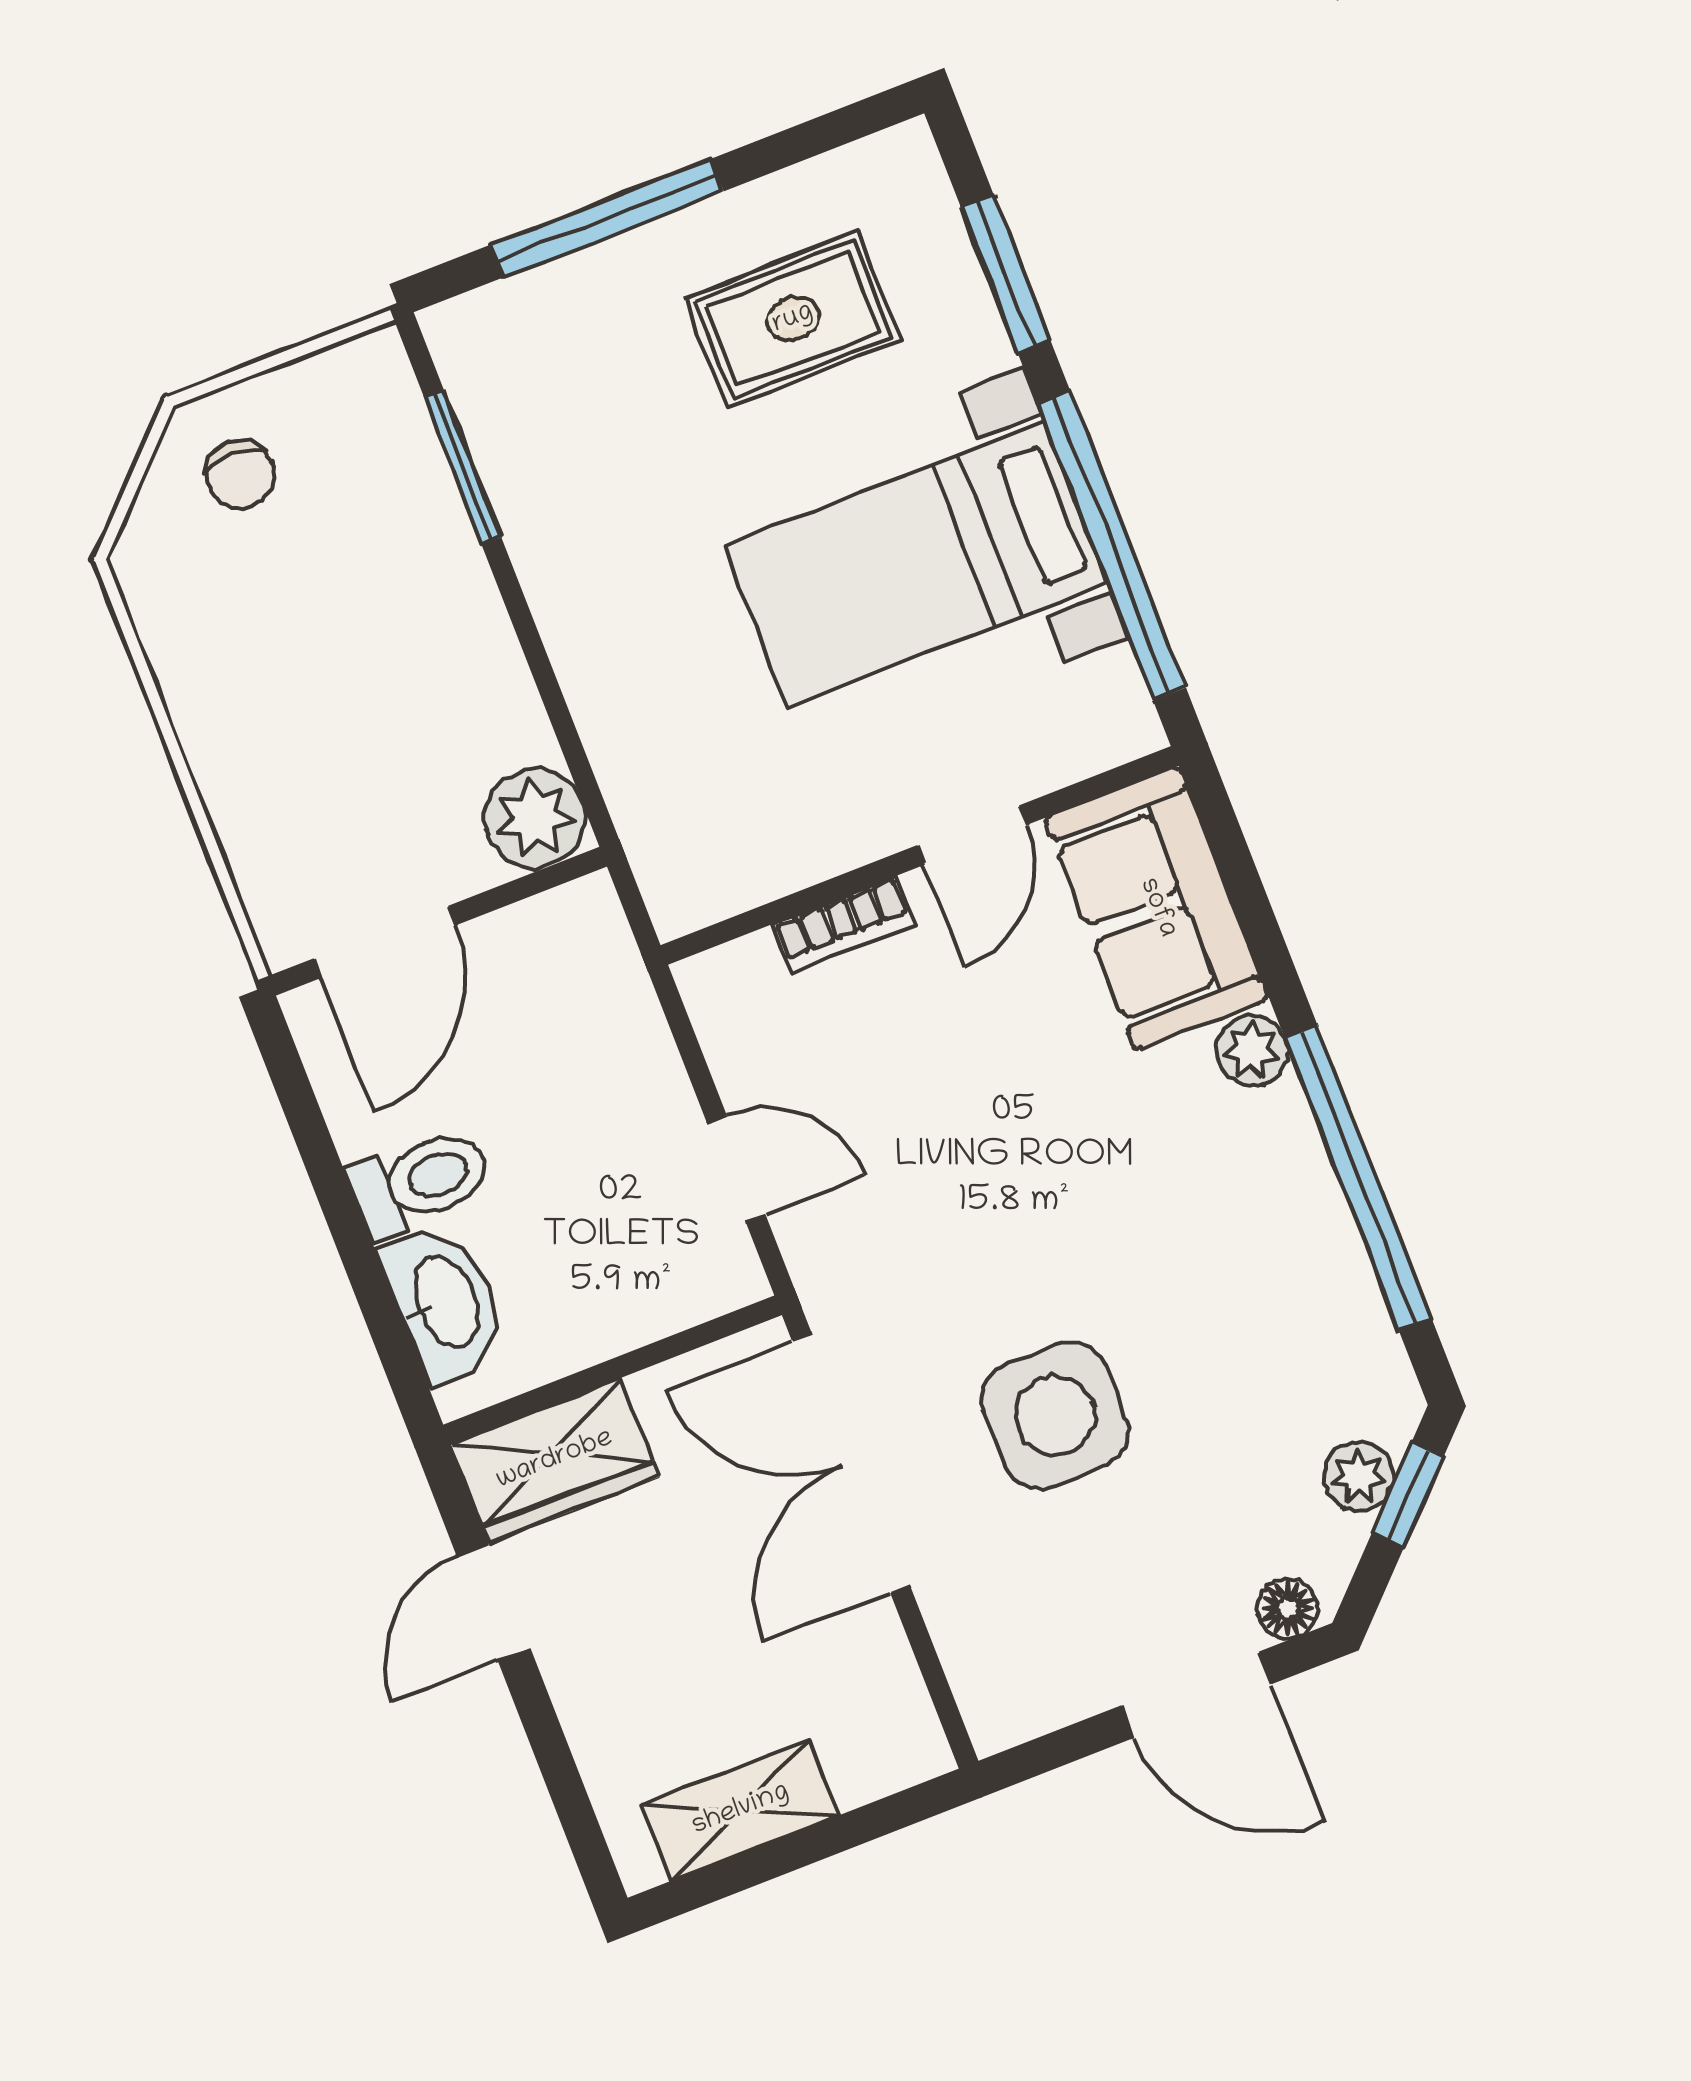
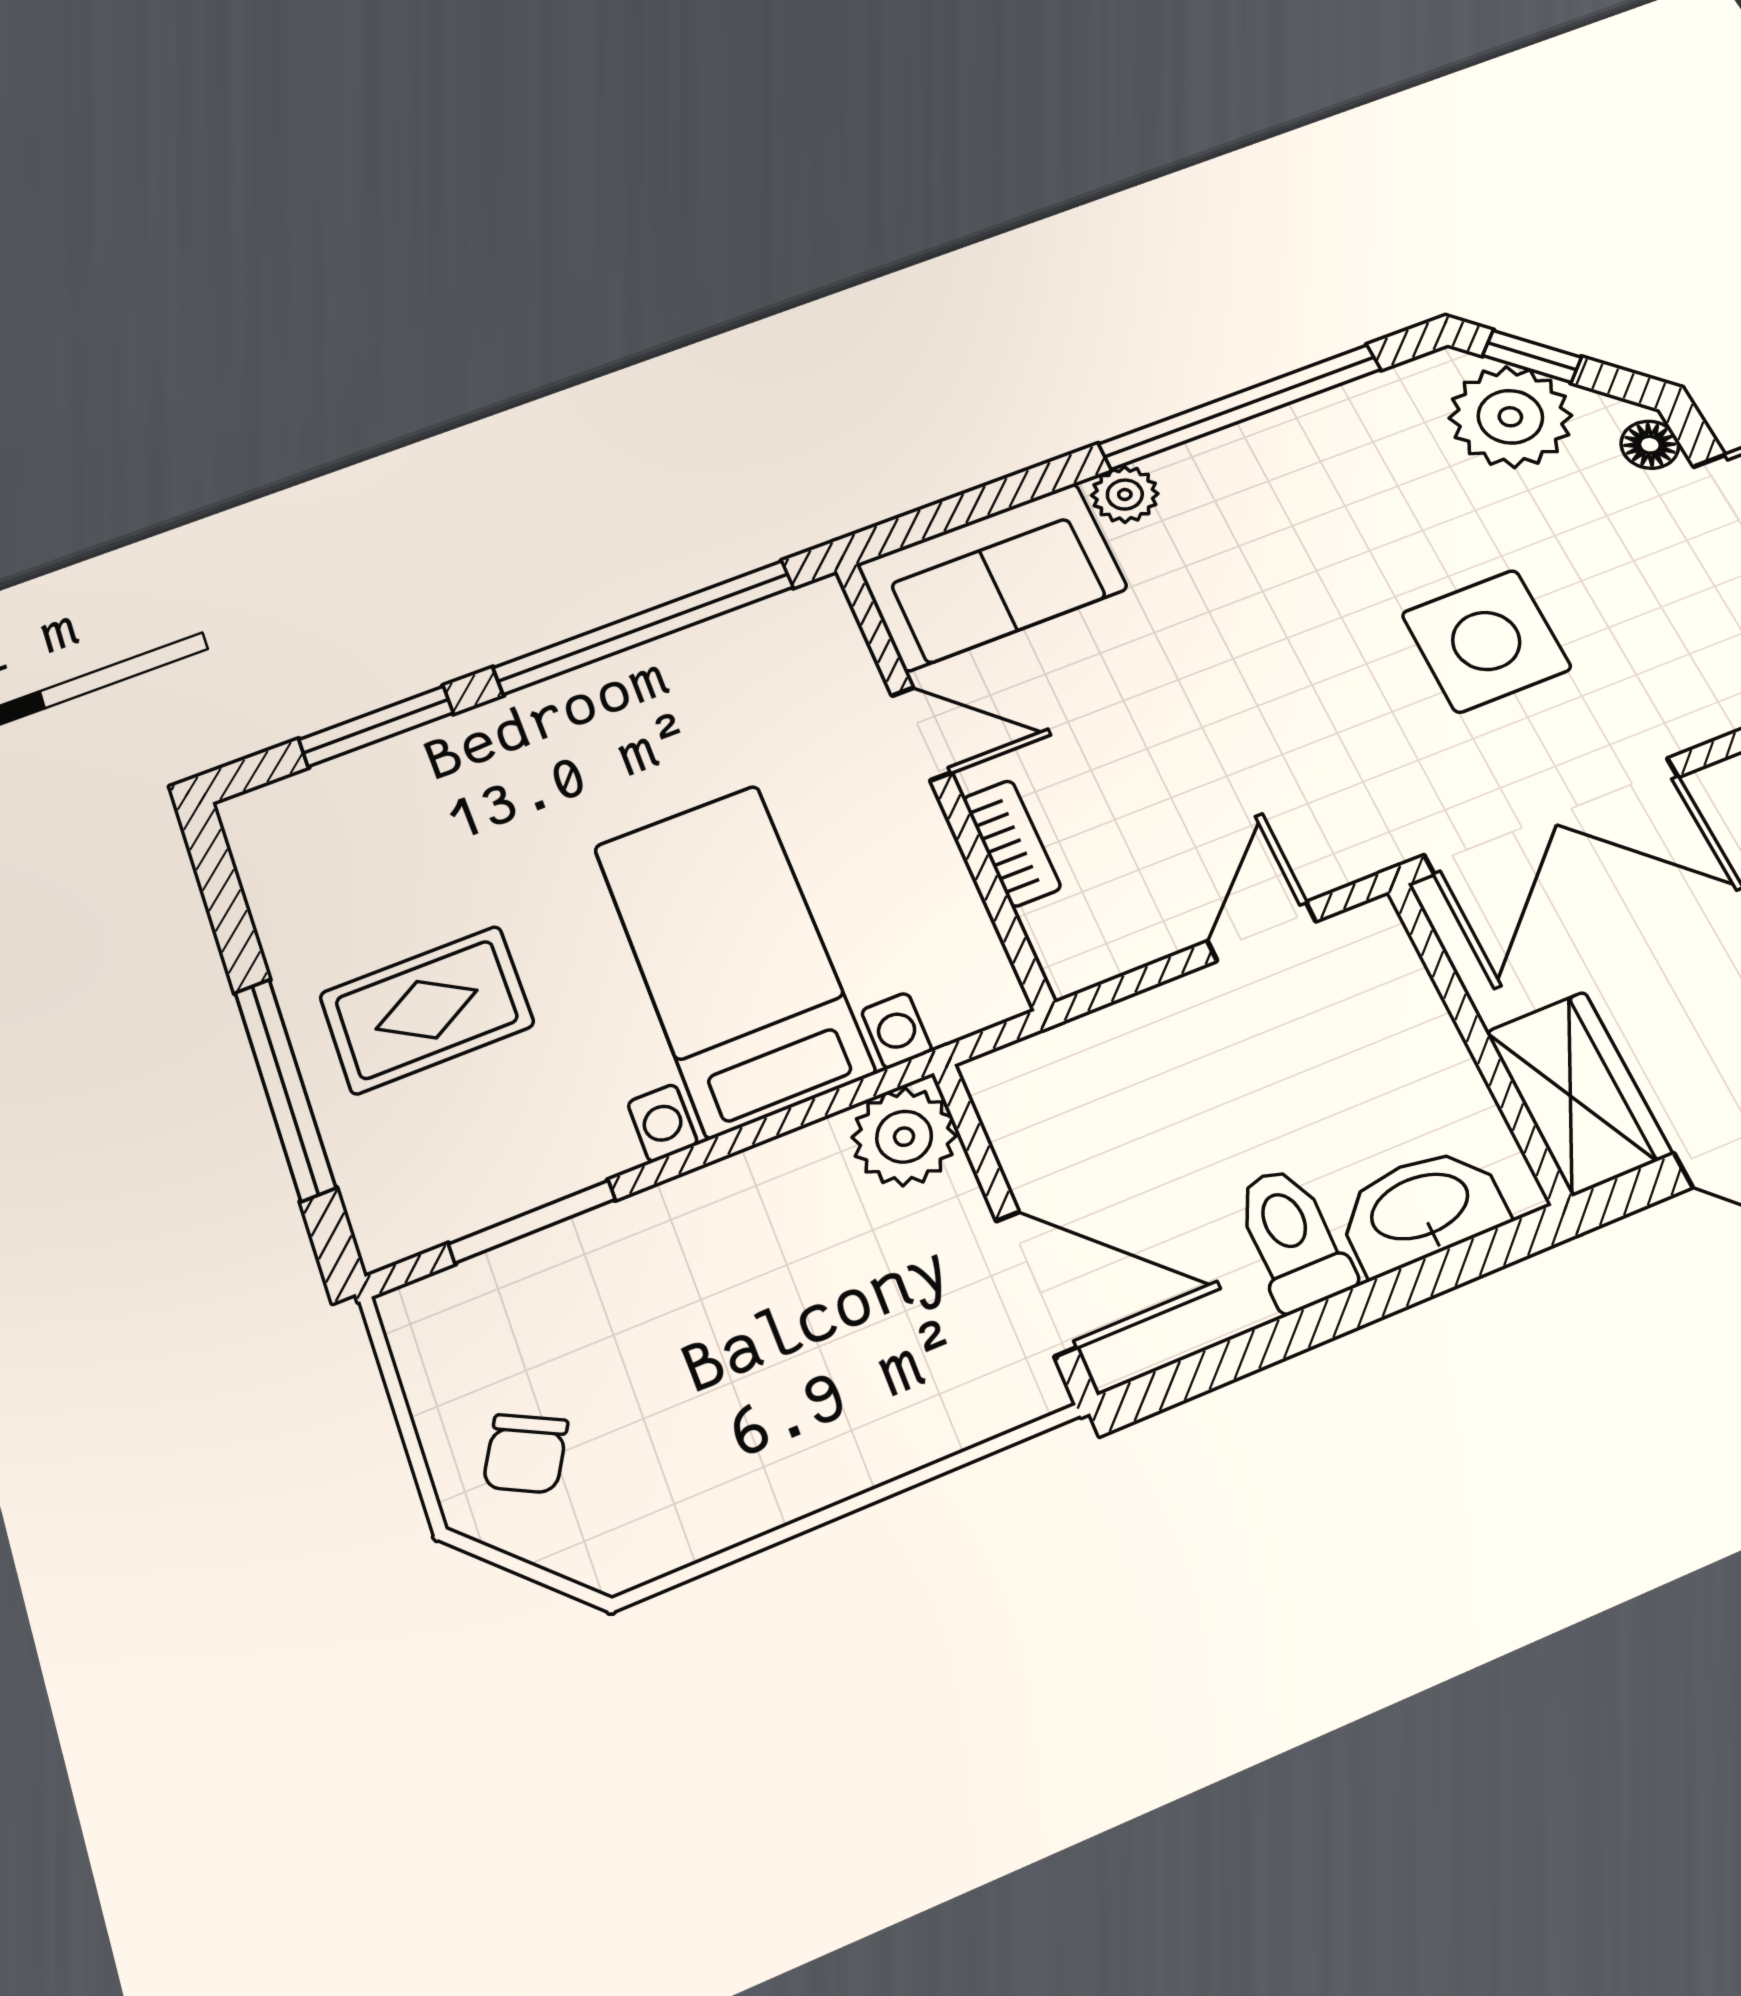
rug: (793, 319) -> (427, 1010), moved, turned 90
chair: (240, 474) -> (525, 1454), turned 118
bed with nightstands: (916, 565) -> (733, 958), moved, turned 180
plant: (1359, 1477) -> (1510, 417), width x1.87, depth x1.87

